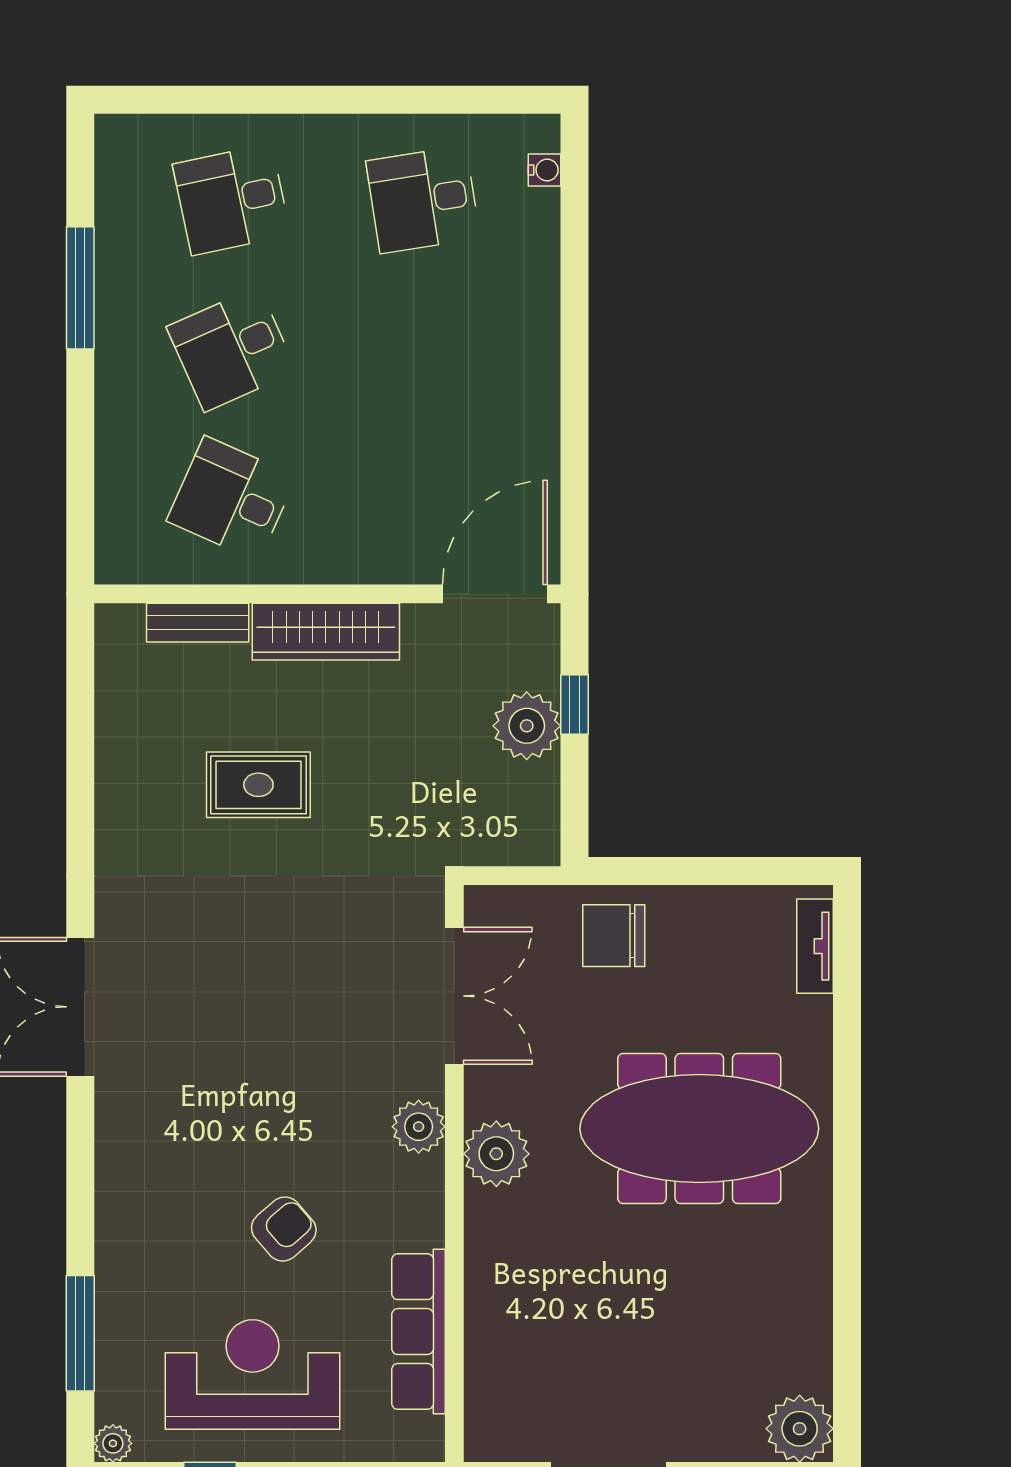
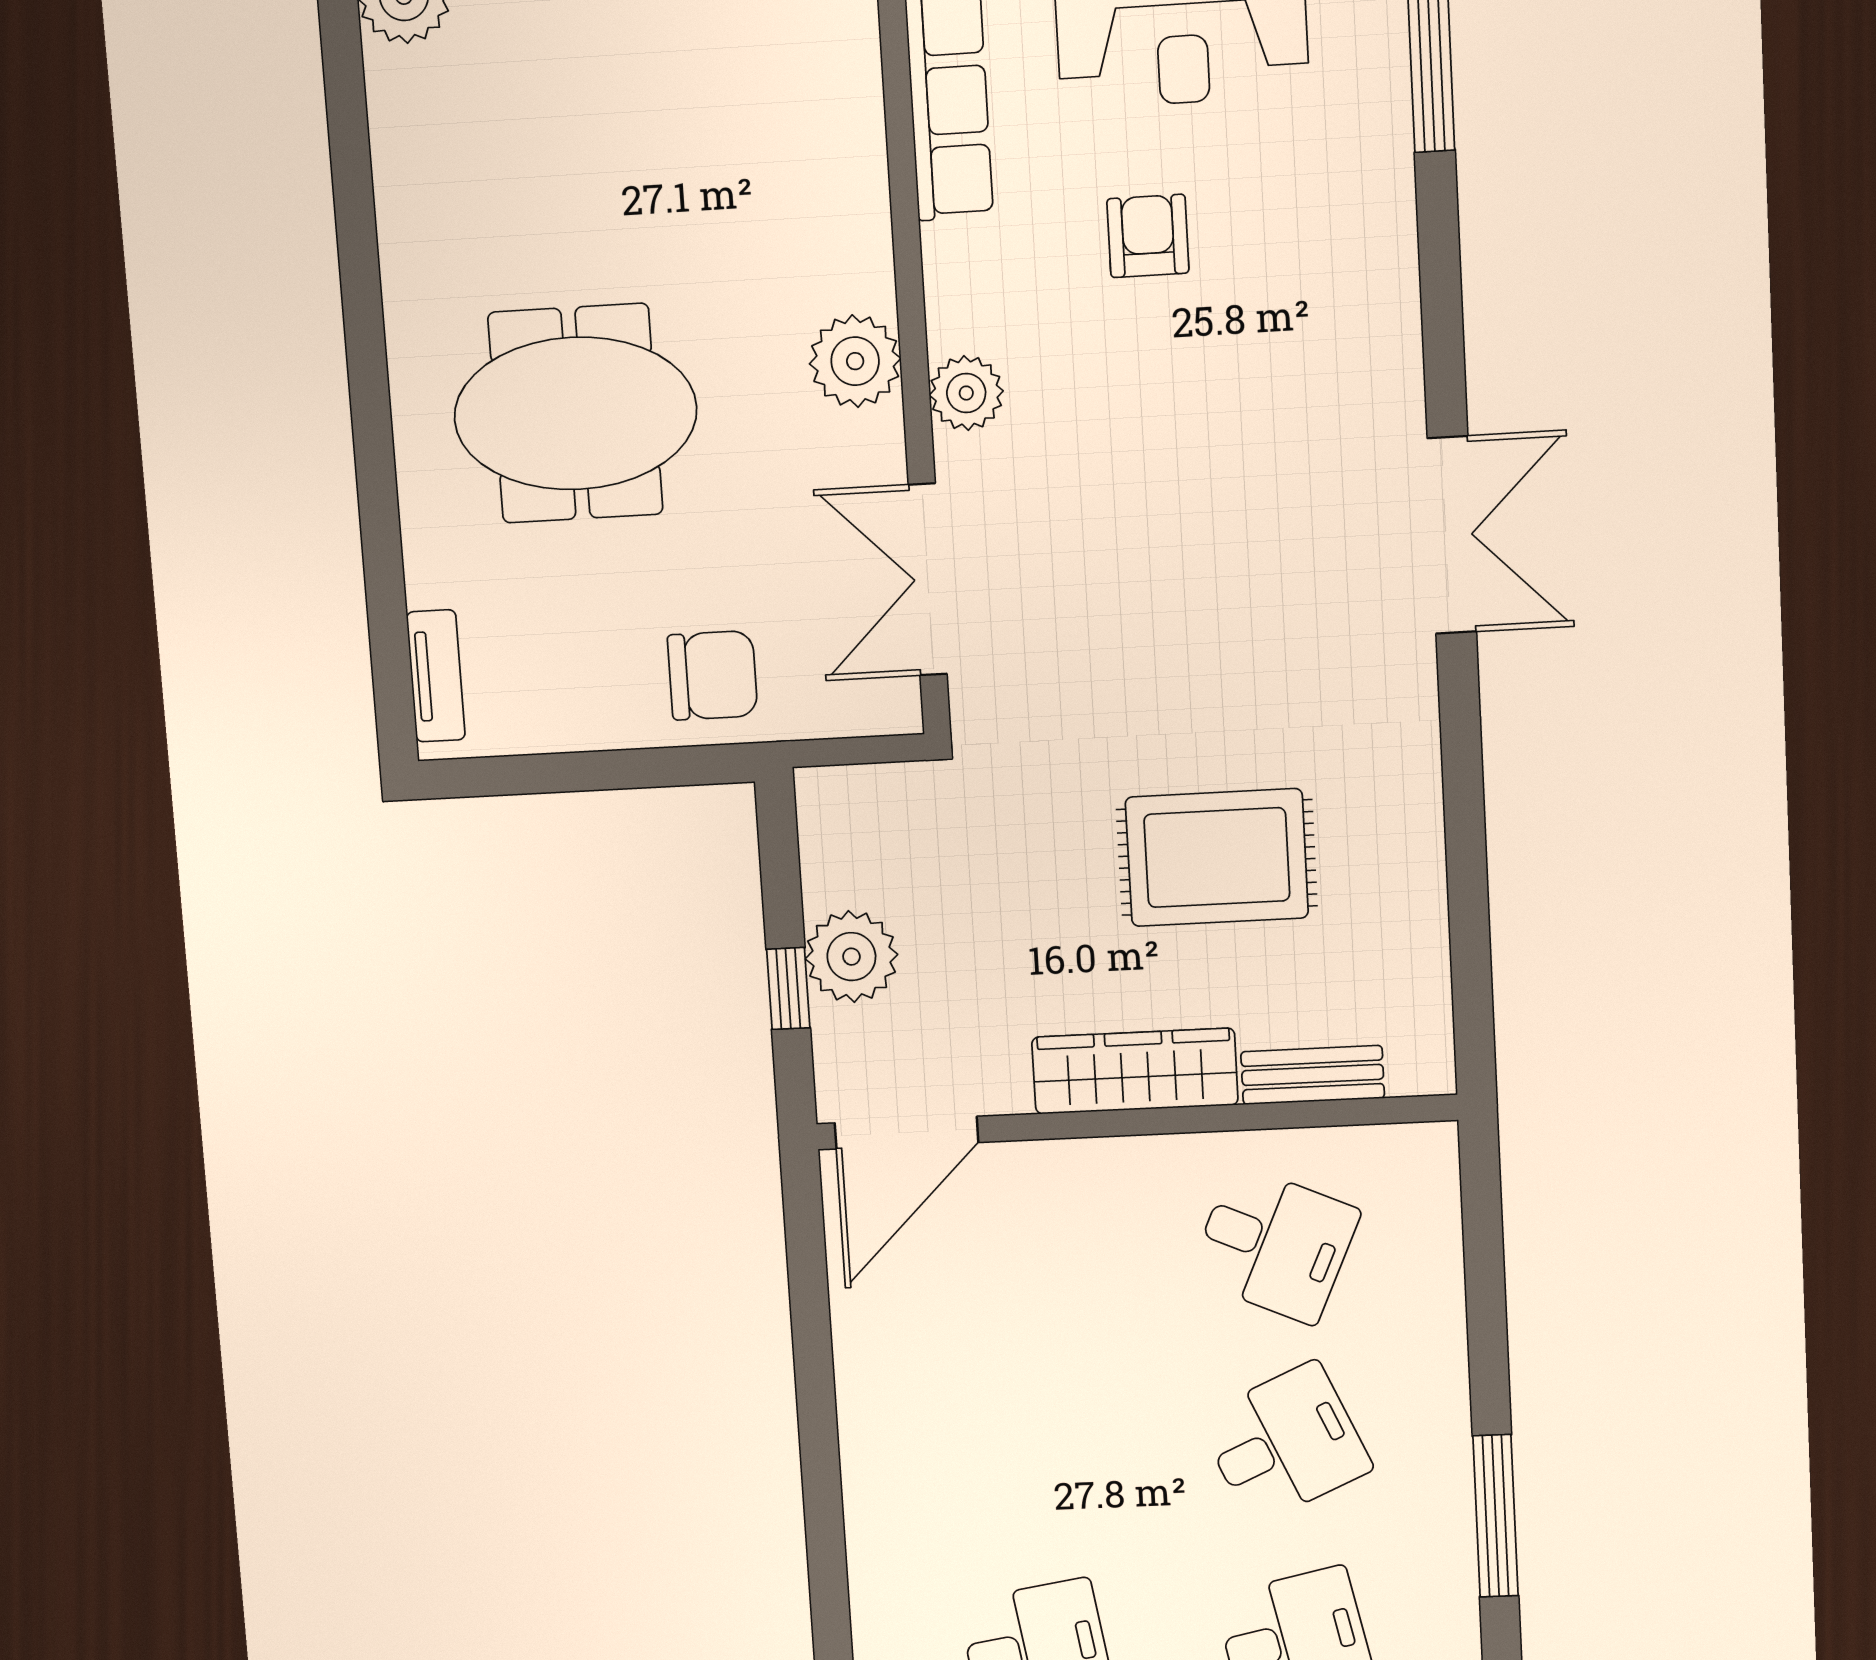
rug: (258, 785) -> (1217, 858), width x1.36, depth x1.43
meeting table: (699, 1128) -> (575, 413), width x0.73
armchair: (284, 1229) -> (1148, 236), turned 131

